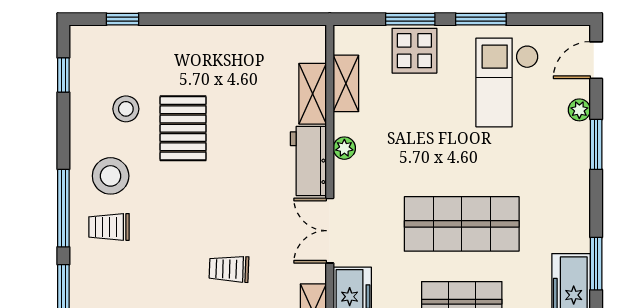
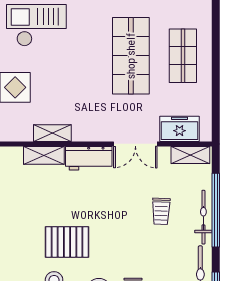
checkout: (507, 82) -> (36, 25), turned 180
shelving: (346, 83) -> (52, 133), moved
plant: (344, 148) -> (80, 134), removed

